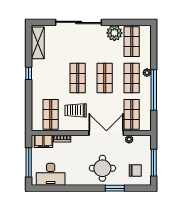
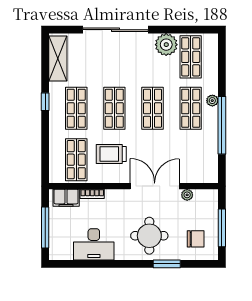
shop shelf: (132, 114) -> (76, 108), moved
desk: (51, 174) -> (94, 244), moved

